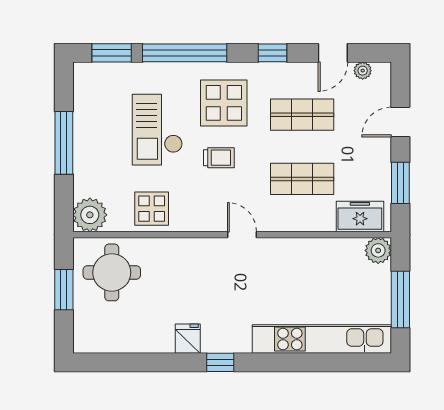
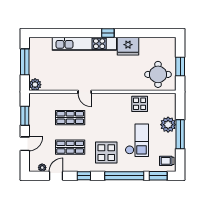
trolley: (219, 158) -> (167, 161), moved
plant: (90, 215) -> (168, 125), moved
freezer: (360, 216) -> (43, 100), removed
door: (242, 235) -> (85, 92), moved
fridge: (188, 339) -> (128, 46), width x1.88, depth x1.34
kitchen unit: (322, 339) -> (84, 44), moved

